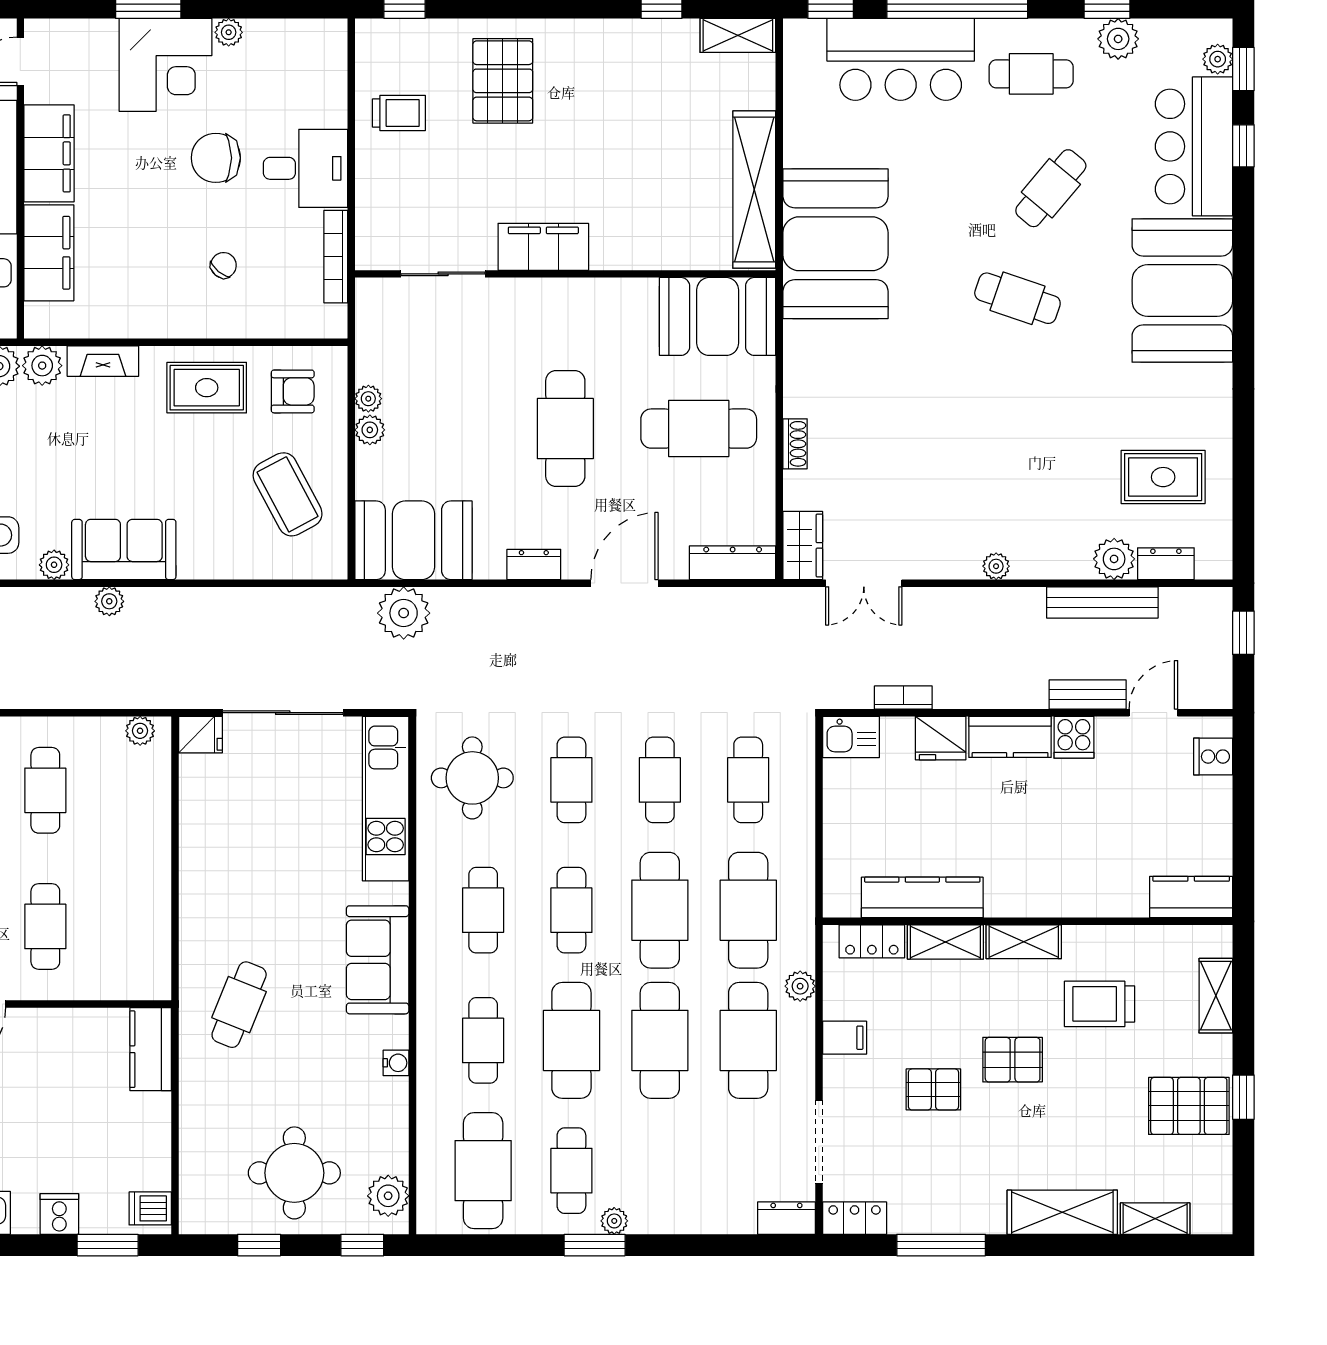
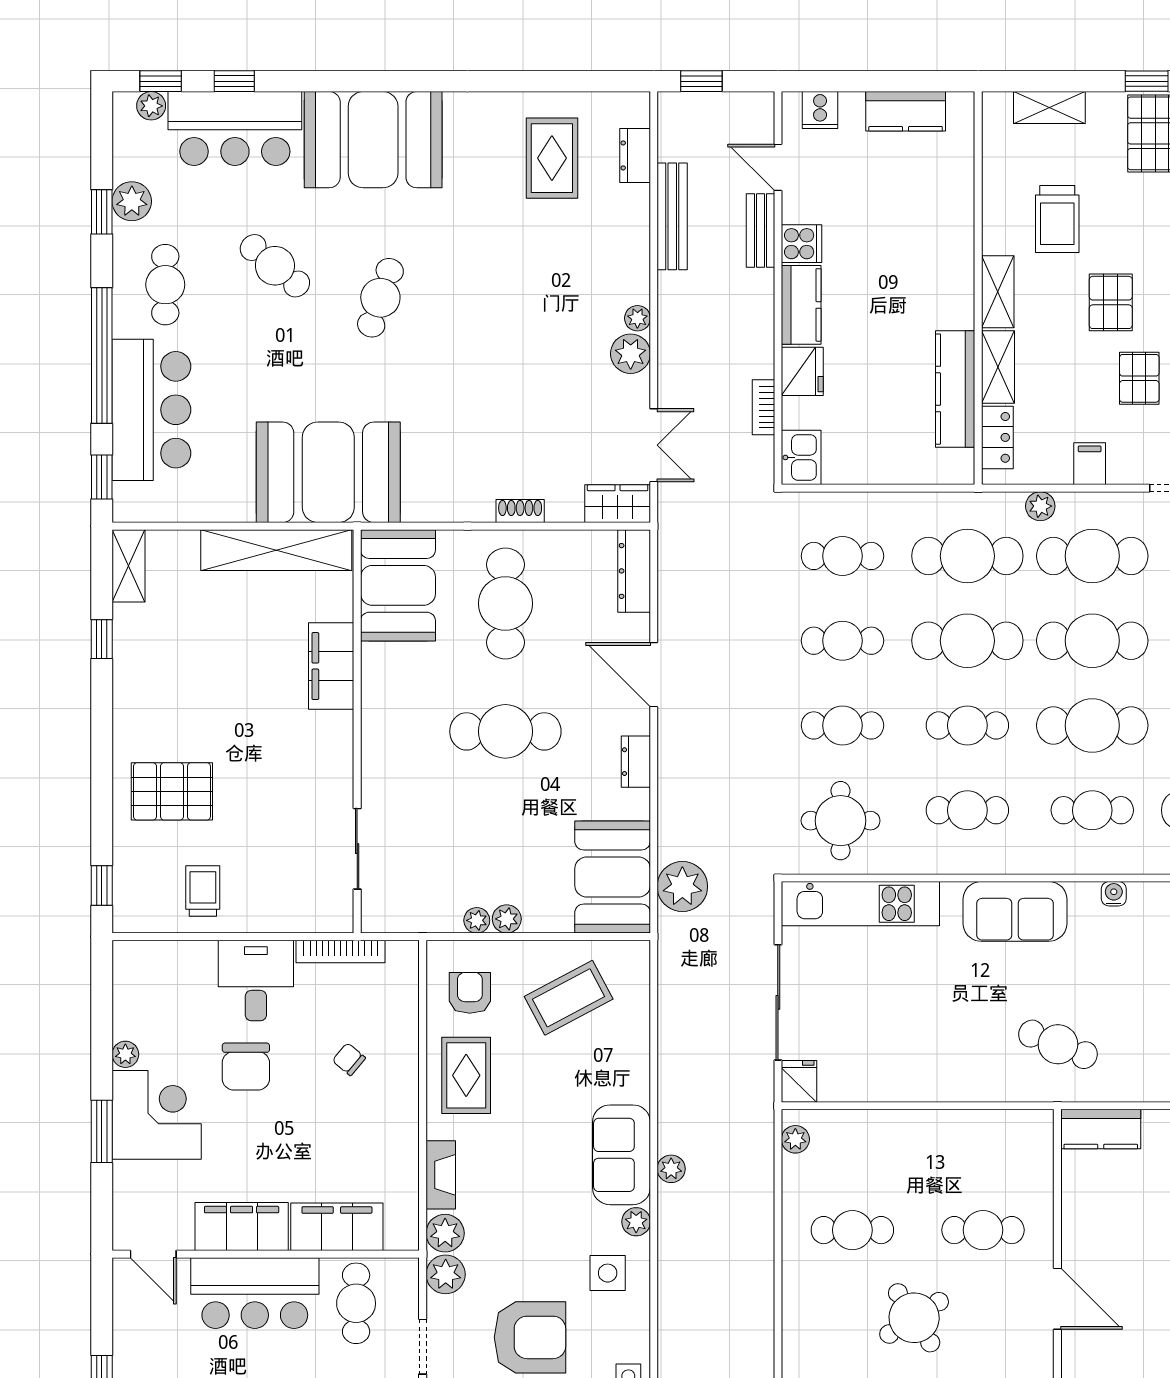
filing cabinet: (543, 247) -> (331, 666), moved
plant: (1114, 559) -> (631, 354), moved
kitchen counter: (1191, 897) -> (906, 111), moved, turned -90

